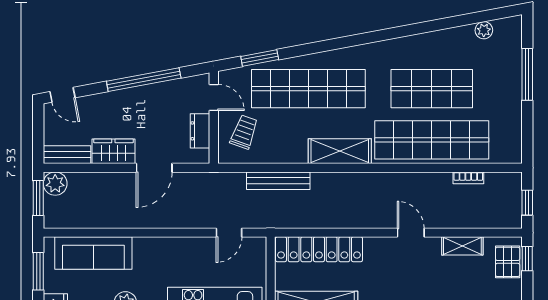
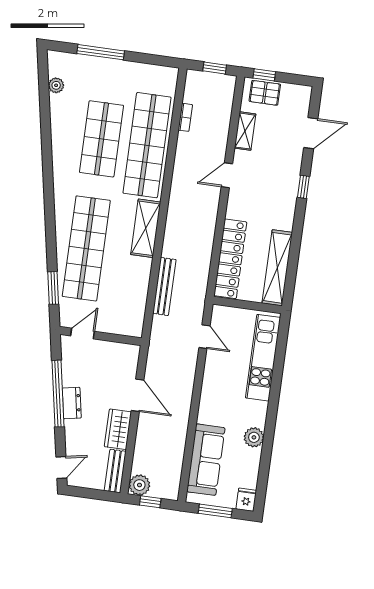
dresser: (200, 131) -> (72, 403), moved, turned -101
trolley: (244, 132) -> (117, 311), removed
window: (38, 198) -> (150, 502), width x0.67

